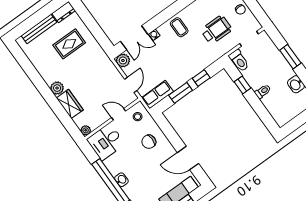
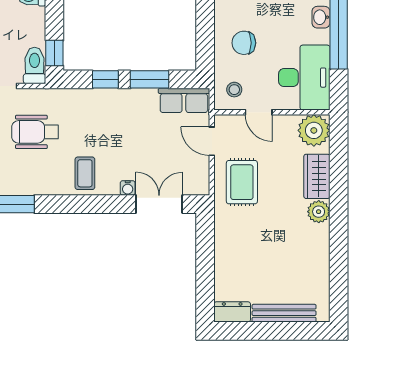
rug: (69, 44) -> (242, 182), moved, turned 90
plant: (123, 60) -> (198, 184), removed
door: (131, 85) -> (212, 141), hinge flipped
window: (242, 85) -> (54, 53), moved
plant: (86, 130) -> (314, 130), width x1.88, depth x1.88
desk: (106, 142) -> (304, 78), width x1.37
chair: (149, 142) -> (244, 43), turned 180

